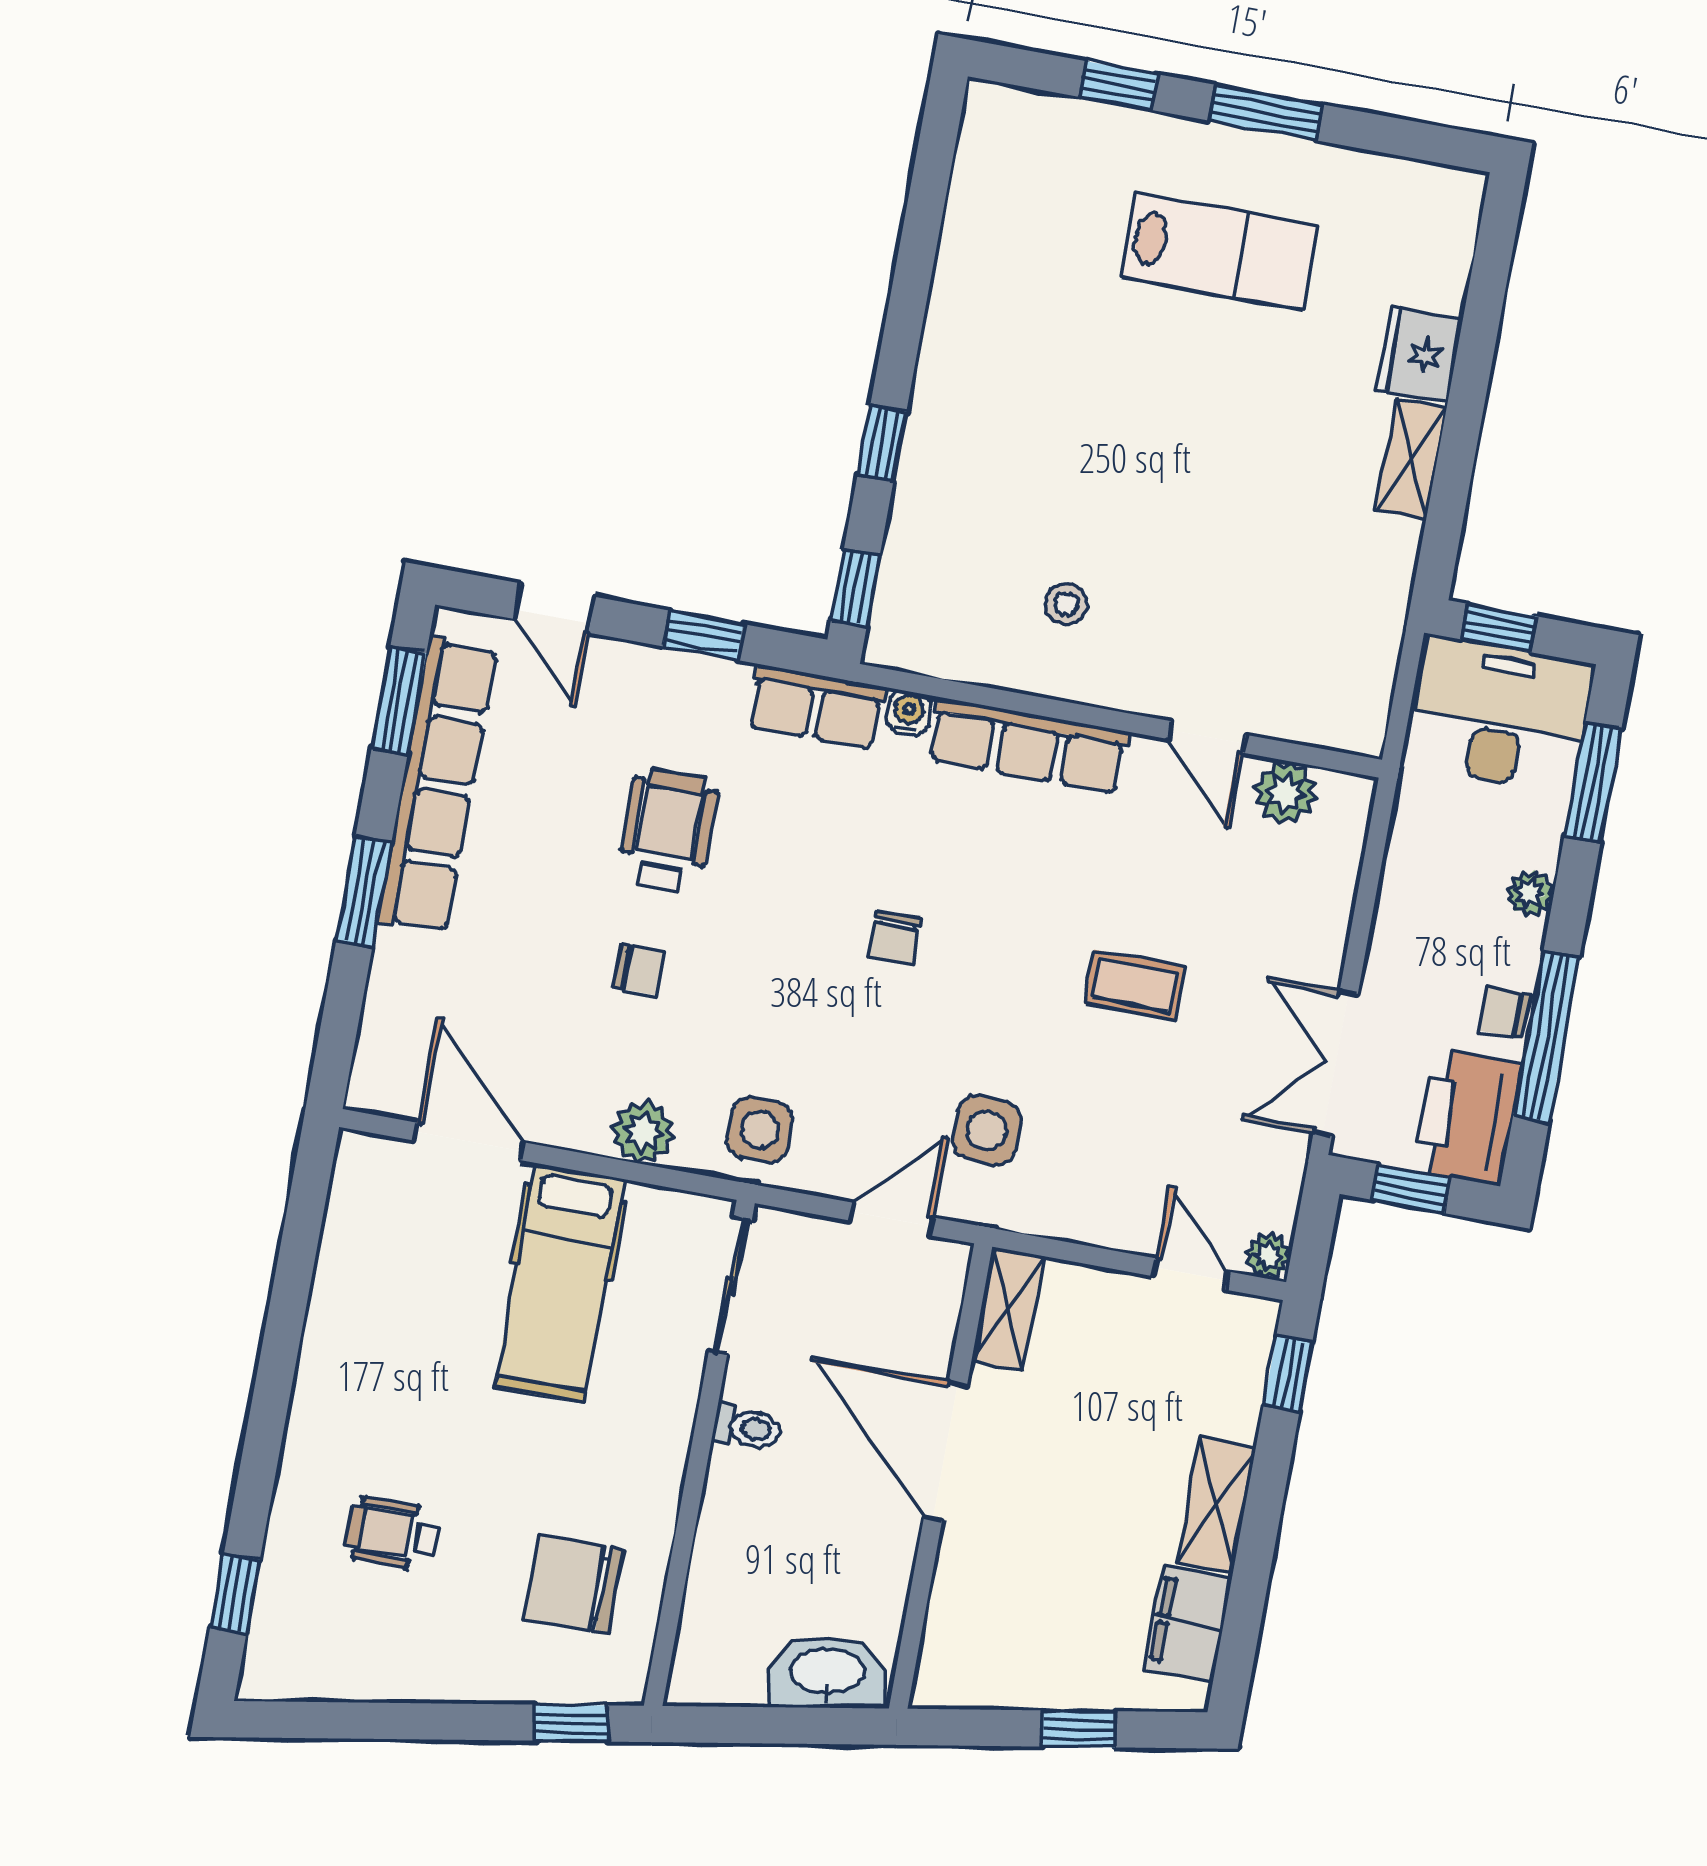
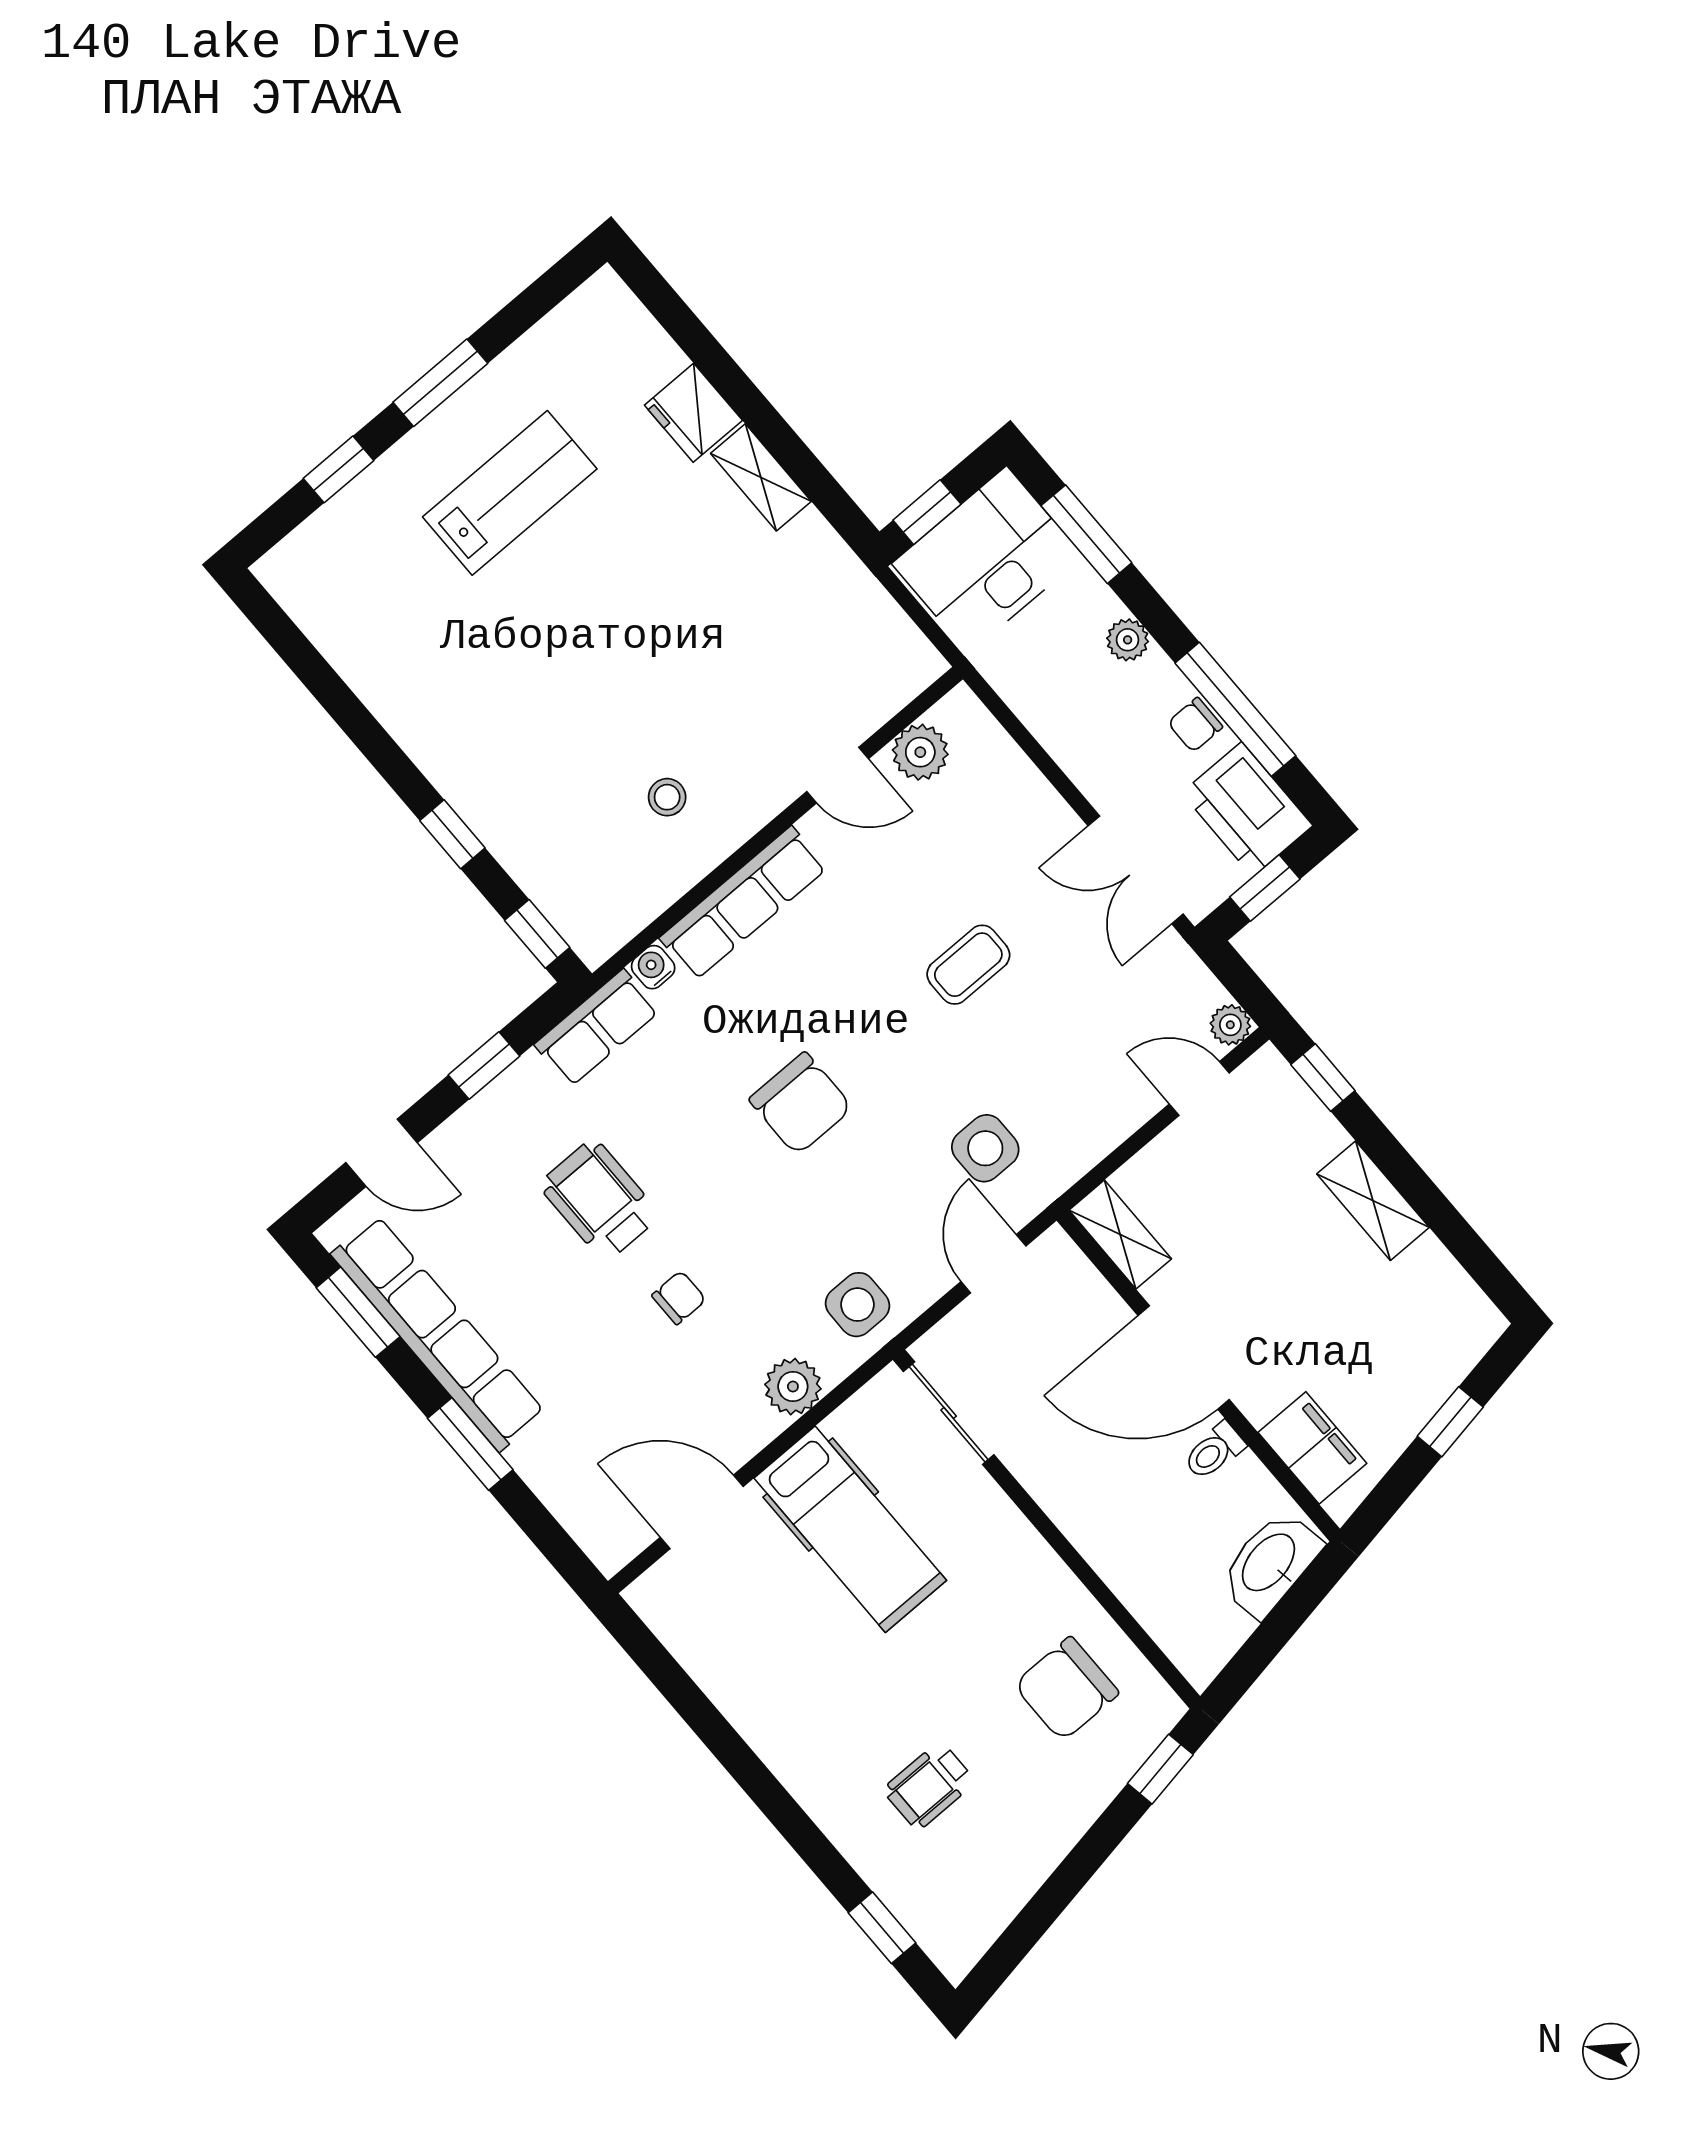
chair: (895, 938) -> (801, 1104), width x1.87, depth x1.87
toilet: (747, 1428) -> (1214, 1451), moved, turned 180
filing cabinet: (1188, 1623) -> (1312, 1448), moved, turned 180

